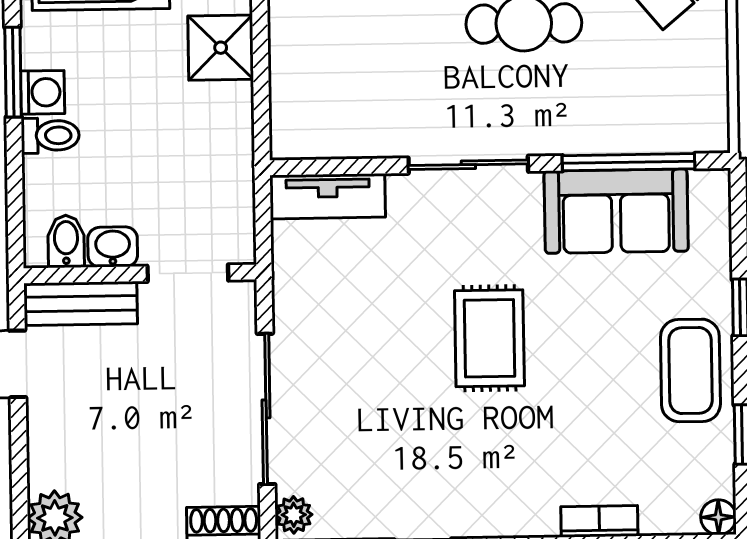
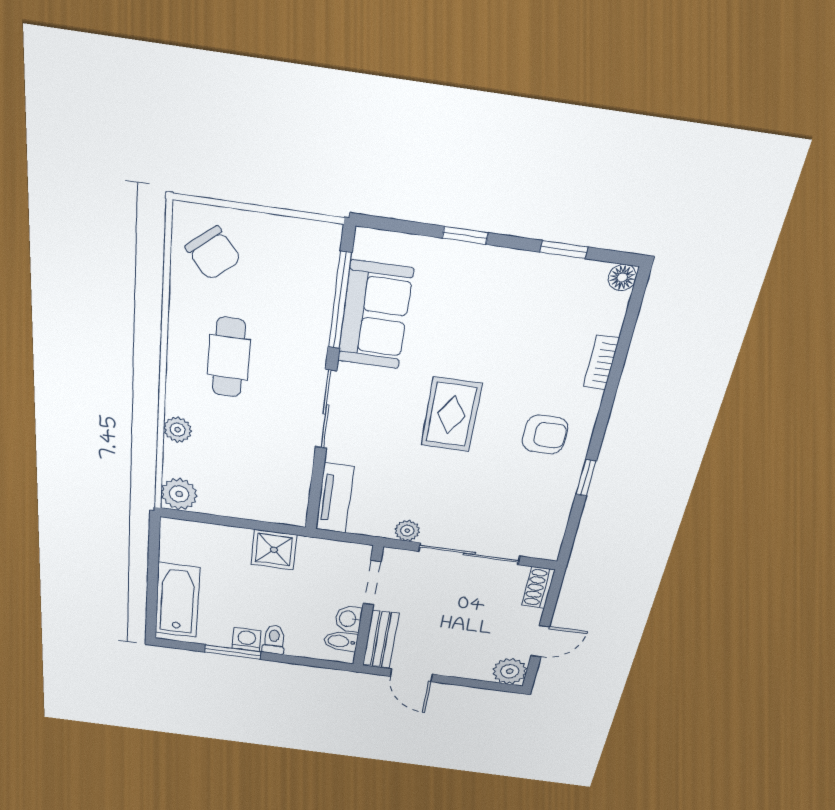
shower: (221, 48) -> (274, 550), moved
rug: (489, 338) -> (451, 415), turned 90
coffee table: (690, 370) -> (505, 280), removed
armchair: (481, 473) -> (545, 435), added
plant: (294, 515) -> (407, 531), moved

